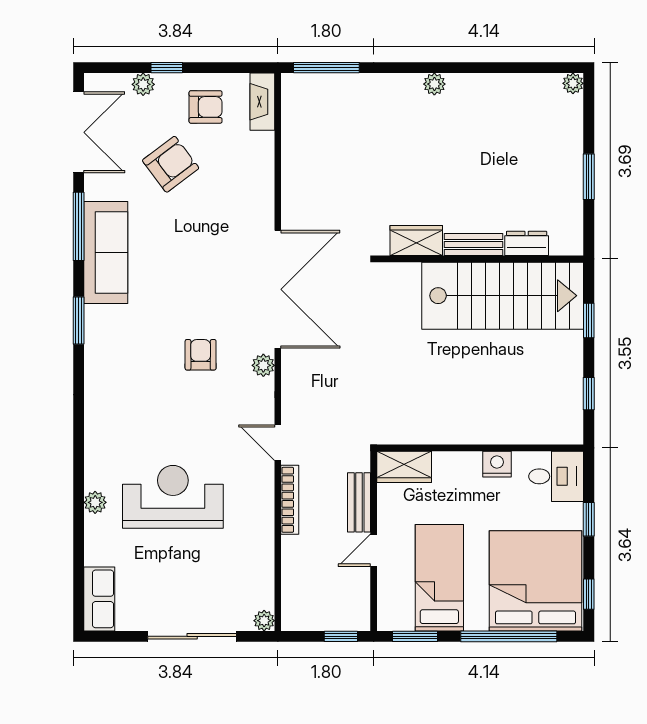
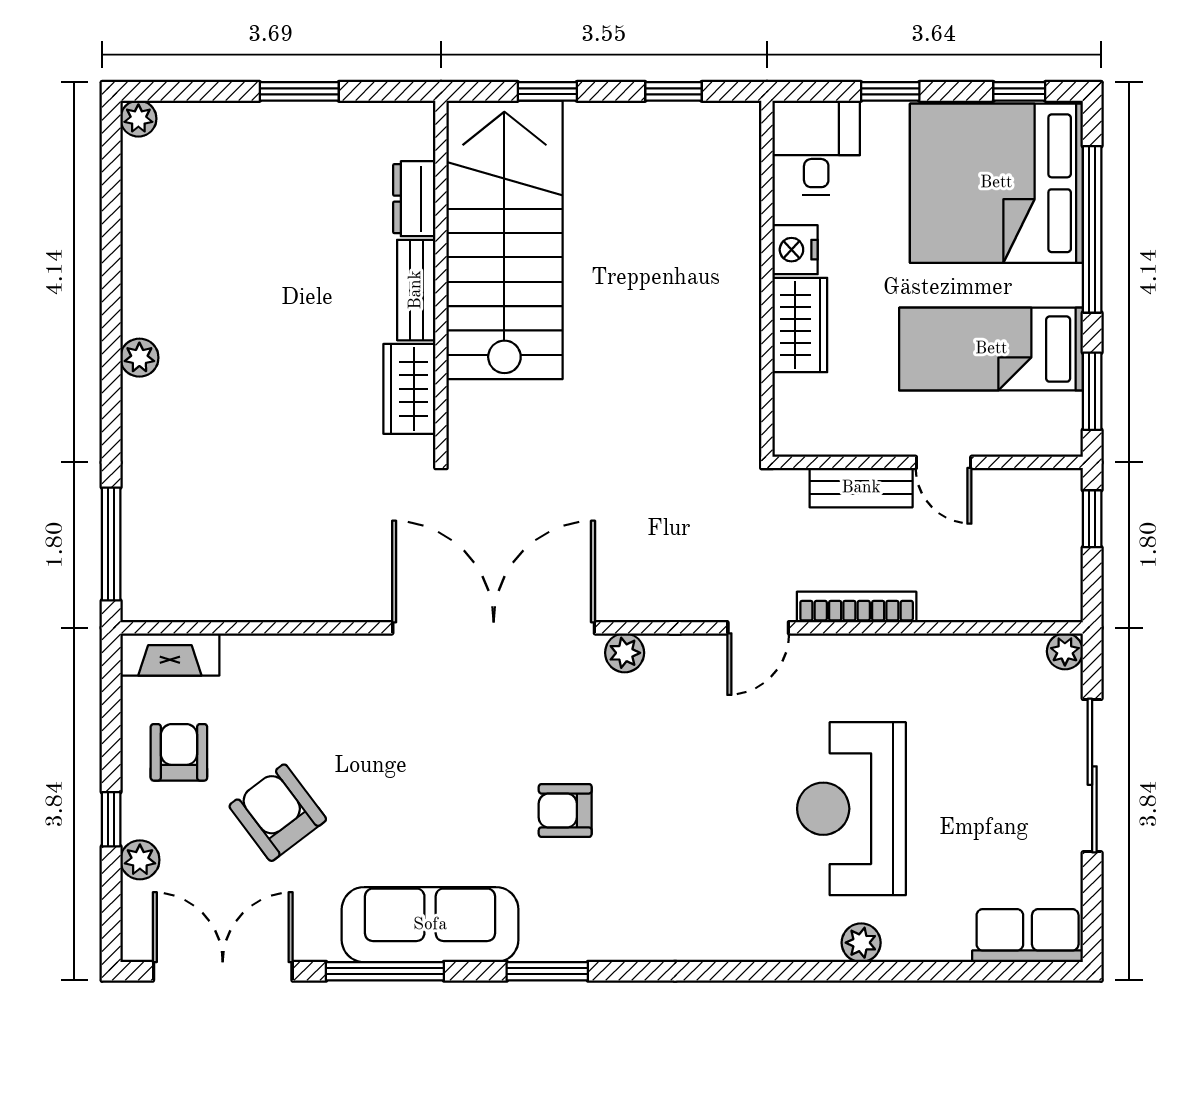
armchair: (201, 355) -> (565, 810), moved
wardrobe: (404, 467) -> (800, 325), moved

